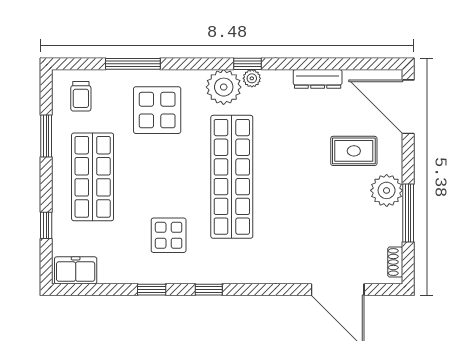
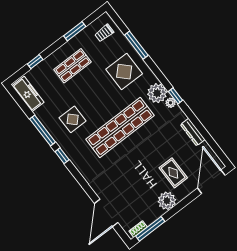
shop shelf: (93, 177) -> (72, 66), width x0.70, depth x0.74
window: (408, 213) -> (150, 229), moved
freezer: (76, 270) -> (28, 94), width x1.40
window: (152, 290) -> (43, 130), width x2.17

